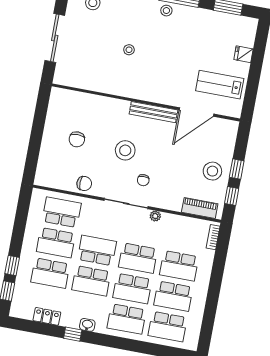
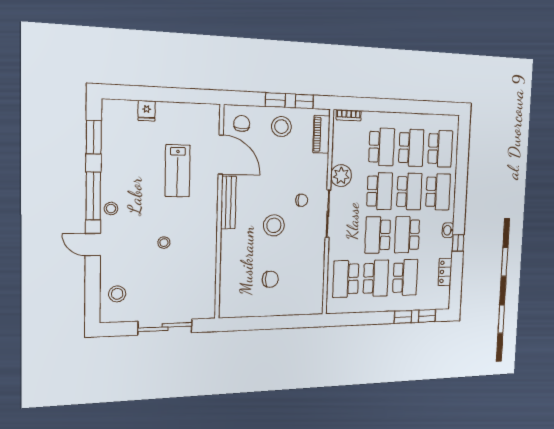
lab bench: (220, 85) -> (178, 171), moved
chair: (84, 184) -> (242, 124), moved
plant: (155, 216) -> (341, 176), width x1.88, depth x1.88
school desk: (91, 281) -> (407, 235), turned 180

